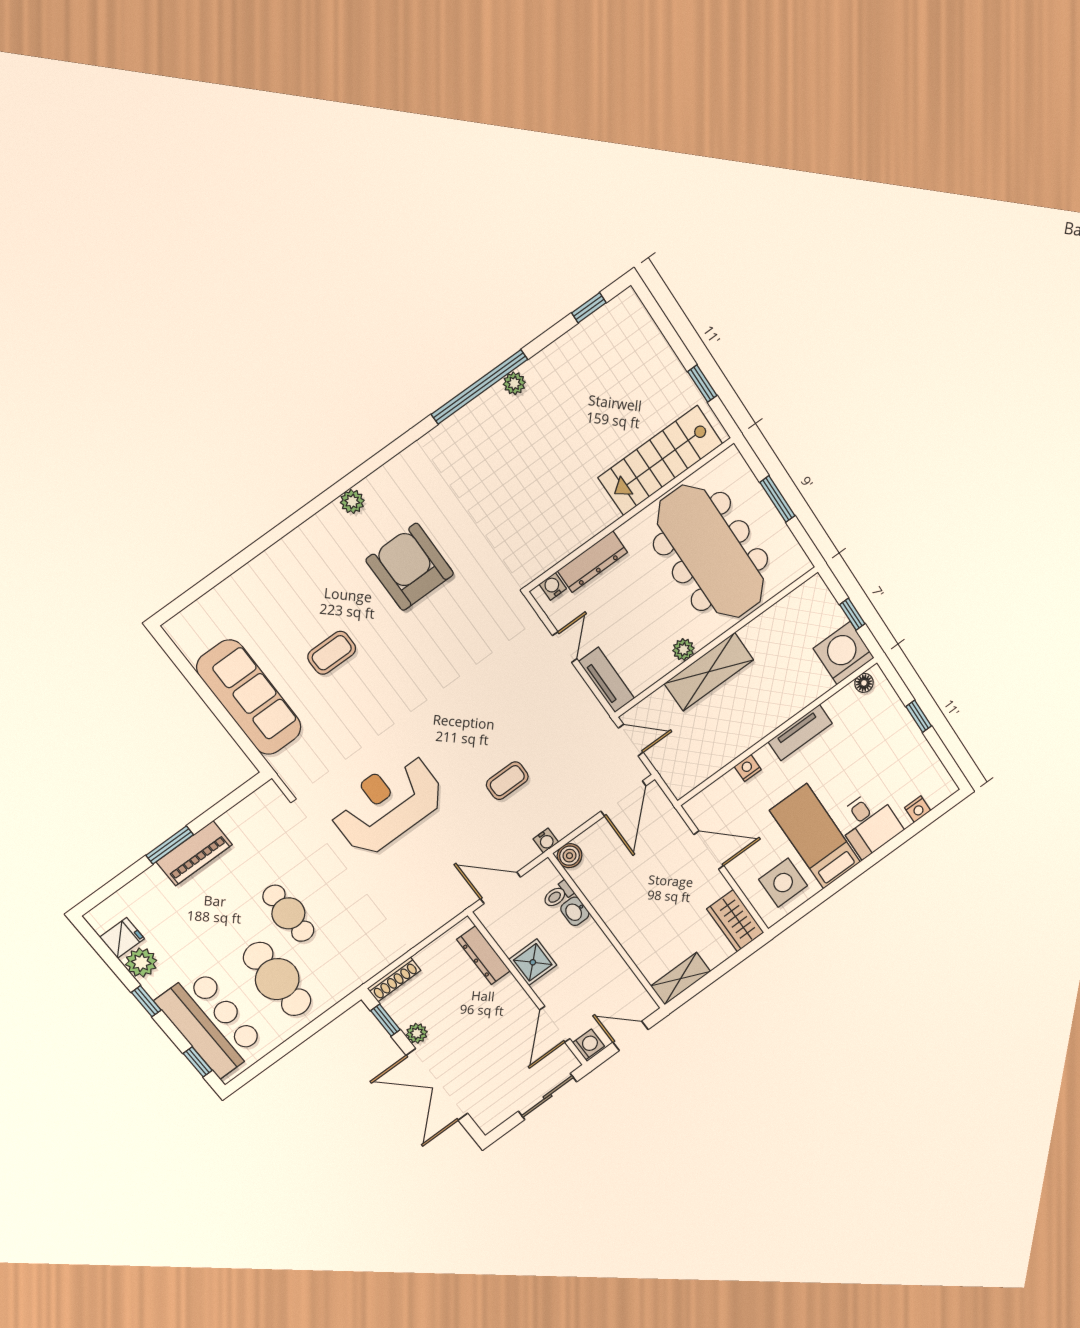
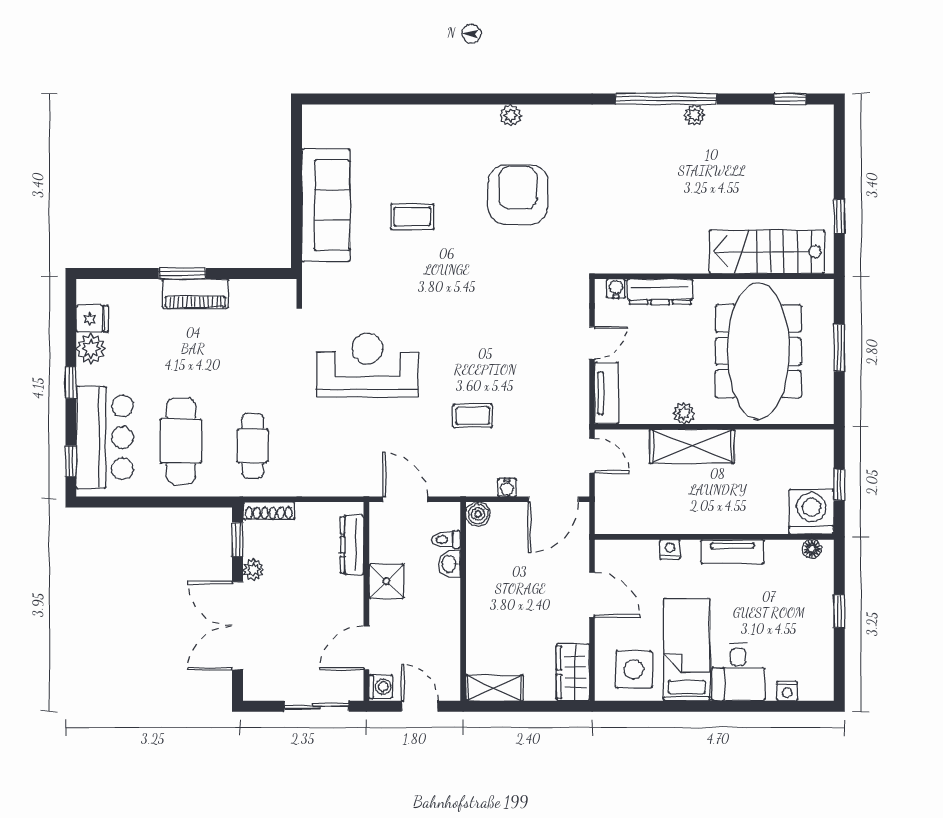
water cooler: (546, 841) -> (507, 488), moved
cafe table: (288, 913) -> (253, 446), moved

